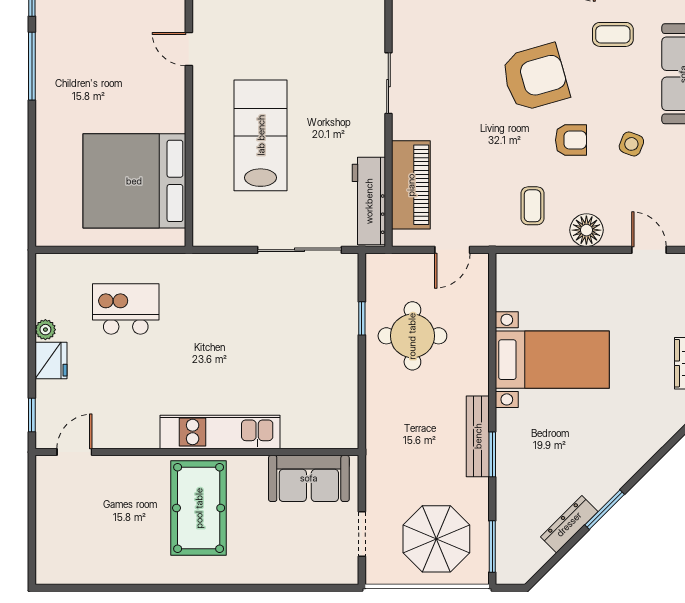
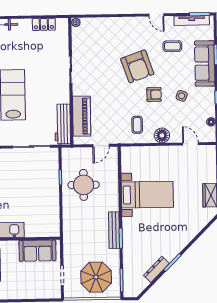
armchair: (535, 77) -> (137, 66), turned 87

